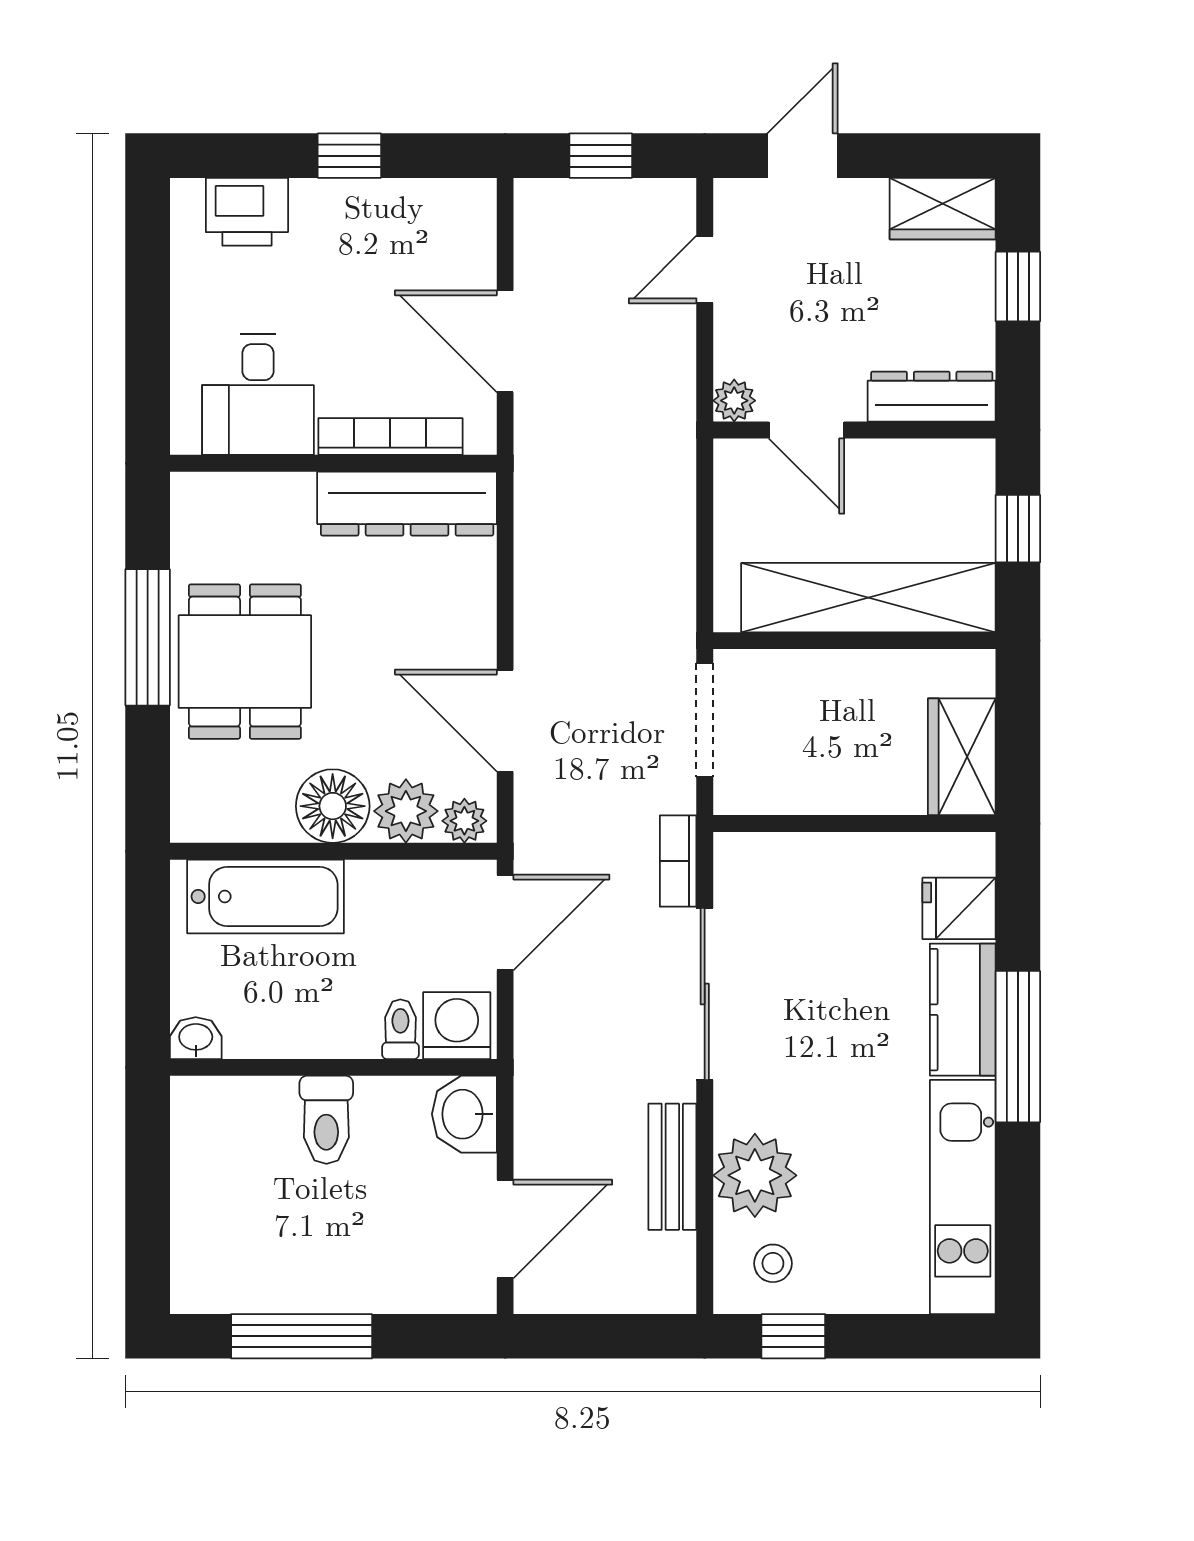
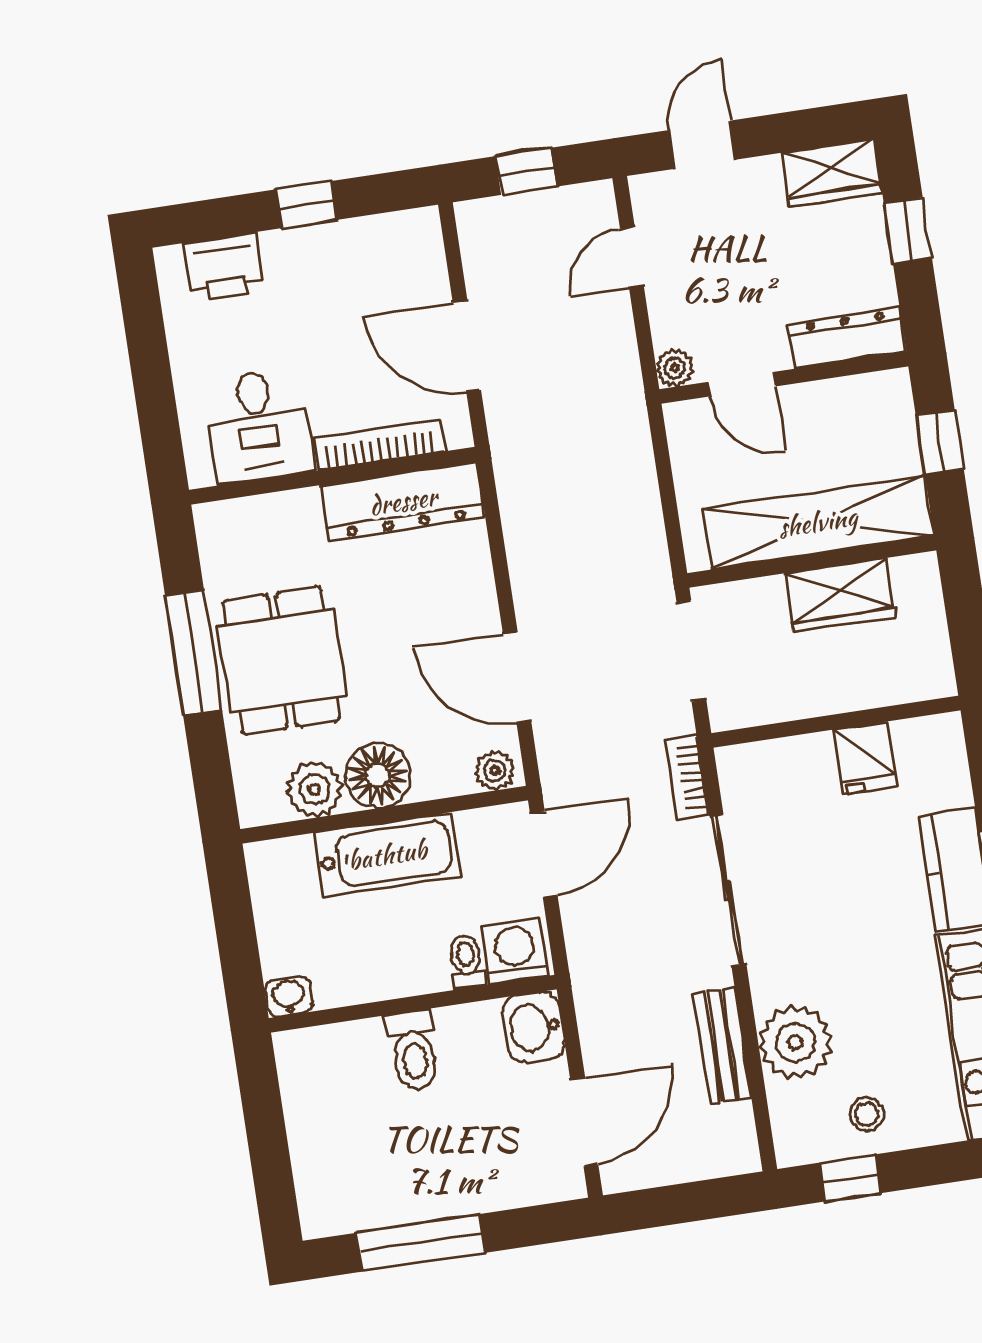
wardrobe: (962, 757) -> (840, 595), moved, turned -90
plant: (406, 811) -> (314, 789), moved
bathtub: (266, 897) -> (387, 855), moved
fridge: (959, 908) -> (865, 757), moved, turned -90
stool: (773, 1263) -> (867, 1114), moved

